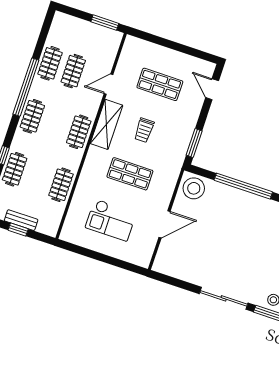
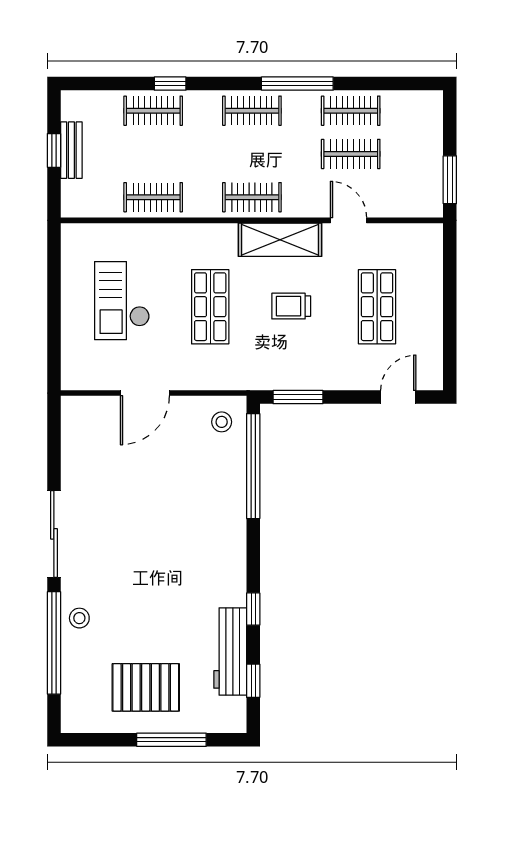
window: (26, 87) -> (297, 84), width x0.68
window: (243, 186) -> (253, 466), moved
stool: (194, 188) -> (222, 422), width x0.53, depth x0.53
door: (164, 224) -> (145, 393), hinge flipped

